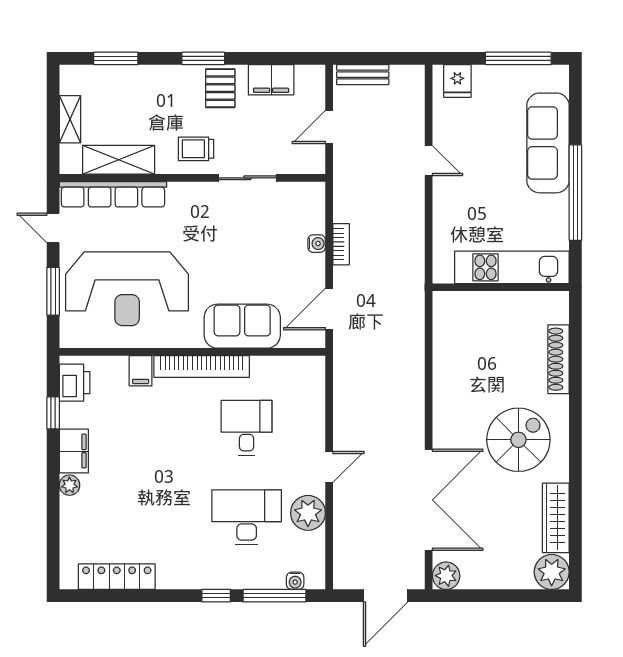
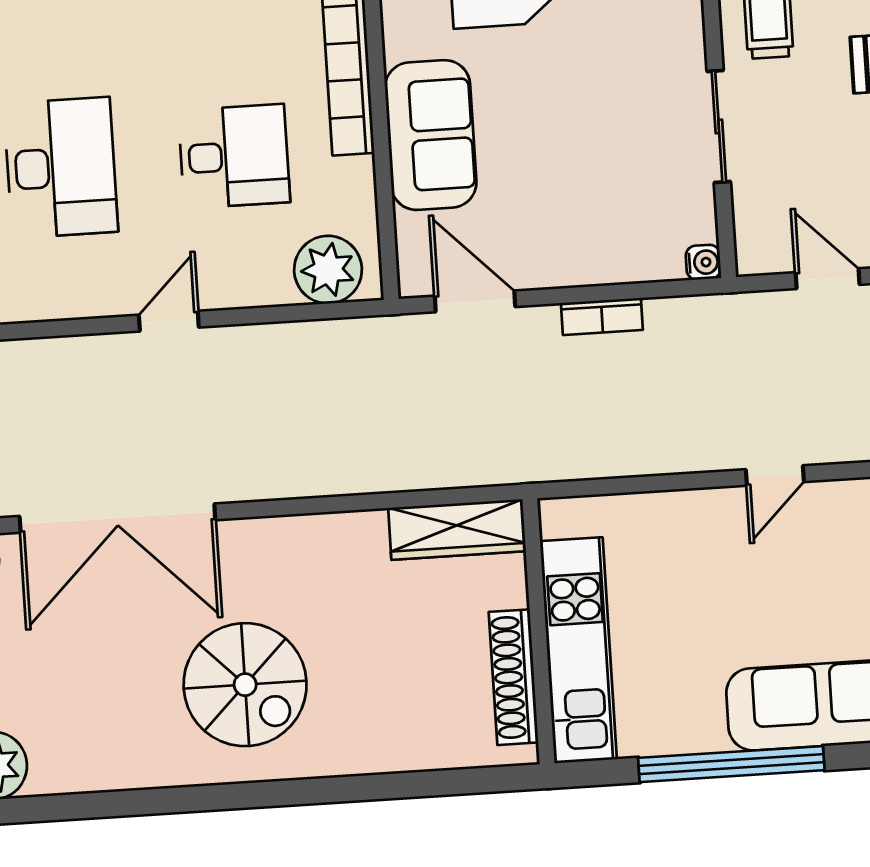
water cooler: (317, 244) -> (703, 262), moved, turned -90
shoe rack: (559, 359) -> (514, 677), moved, turned -90
door: (329, 467) -> (169, 321), swing flipped
plant: (308, 513) -> (328, 270), moved
wardrobe: (556, 518) -> (457, 530), moved, turned 180

